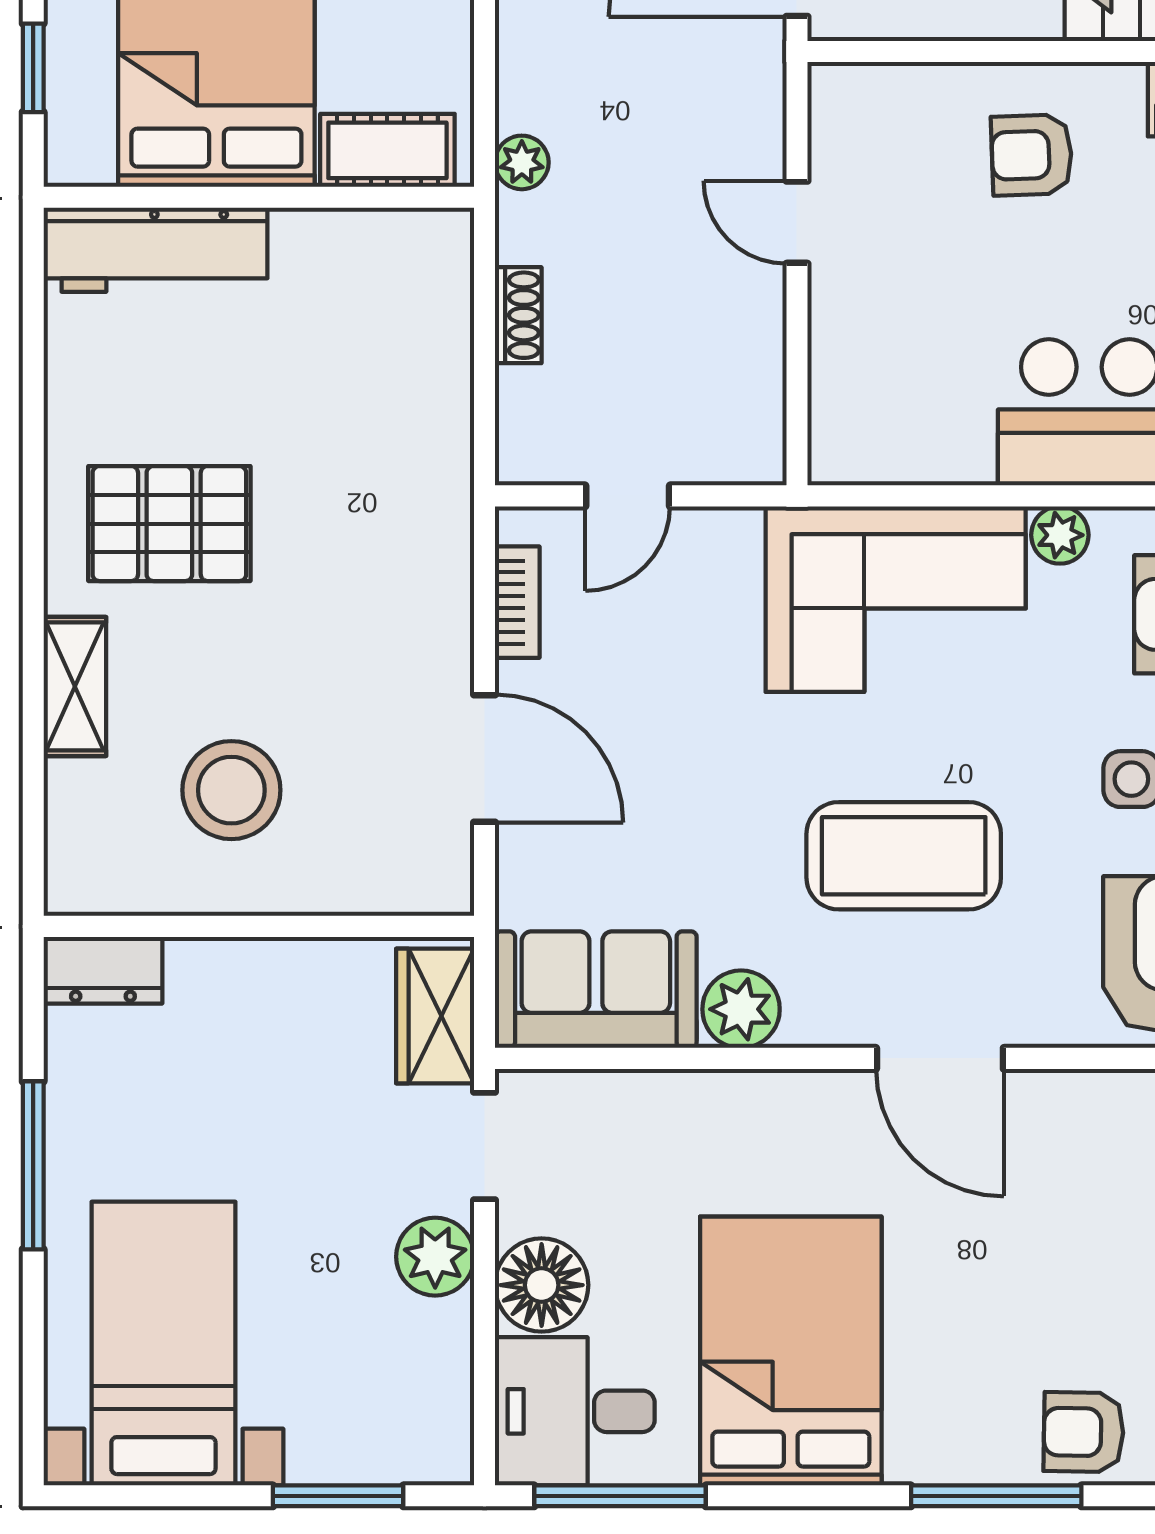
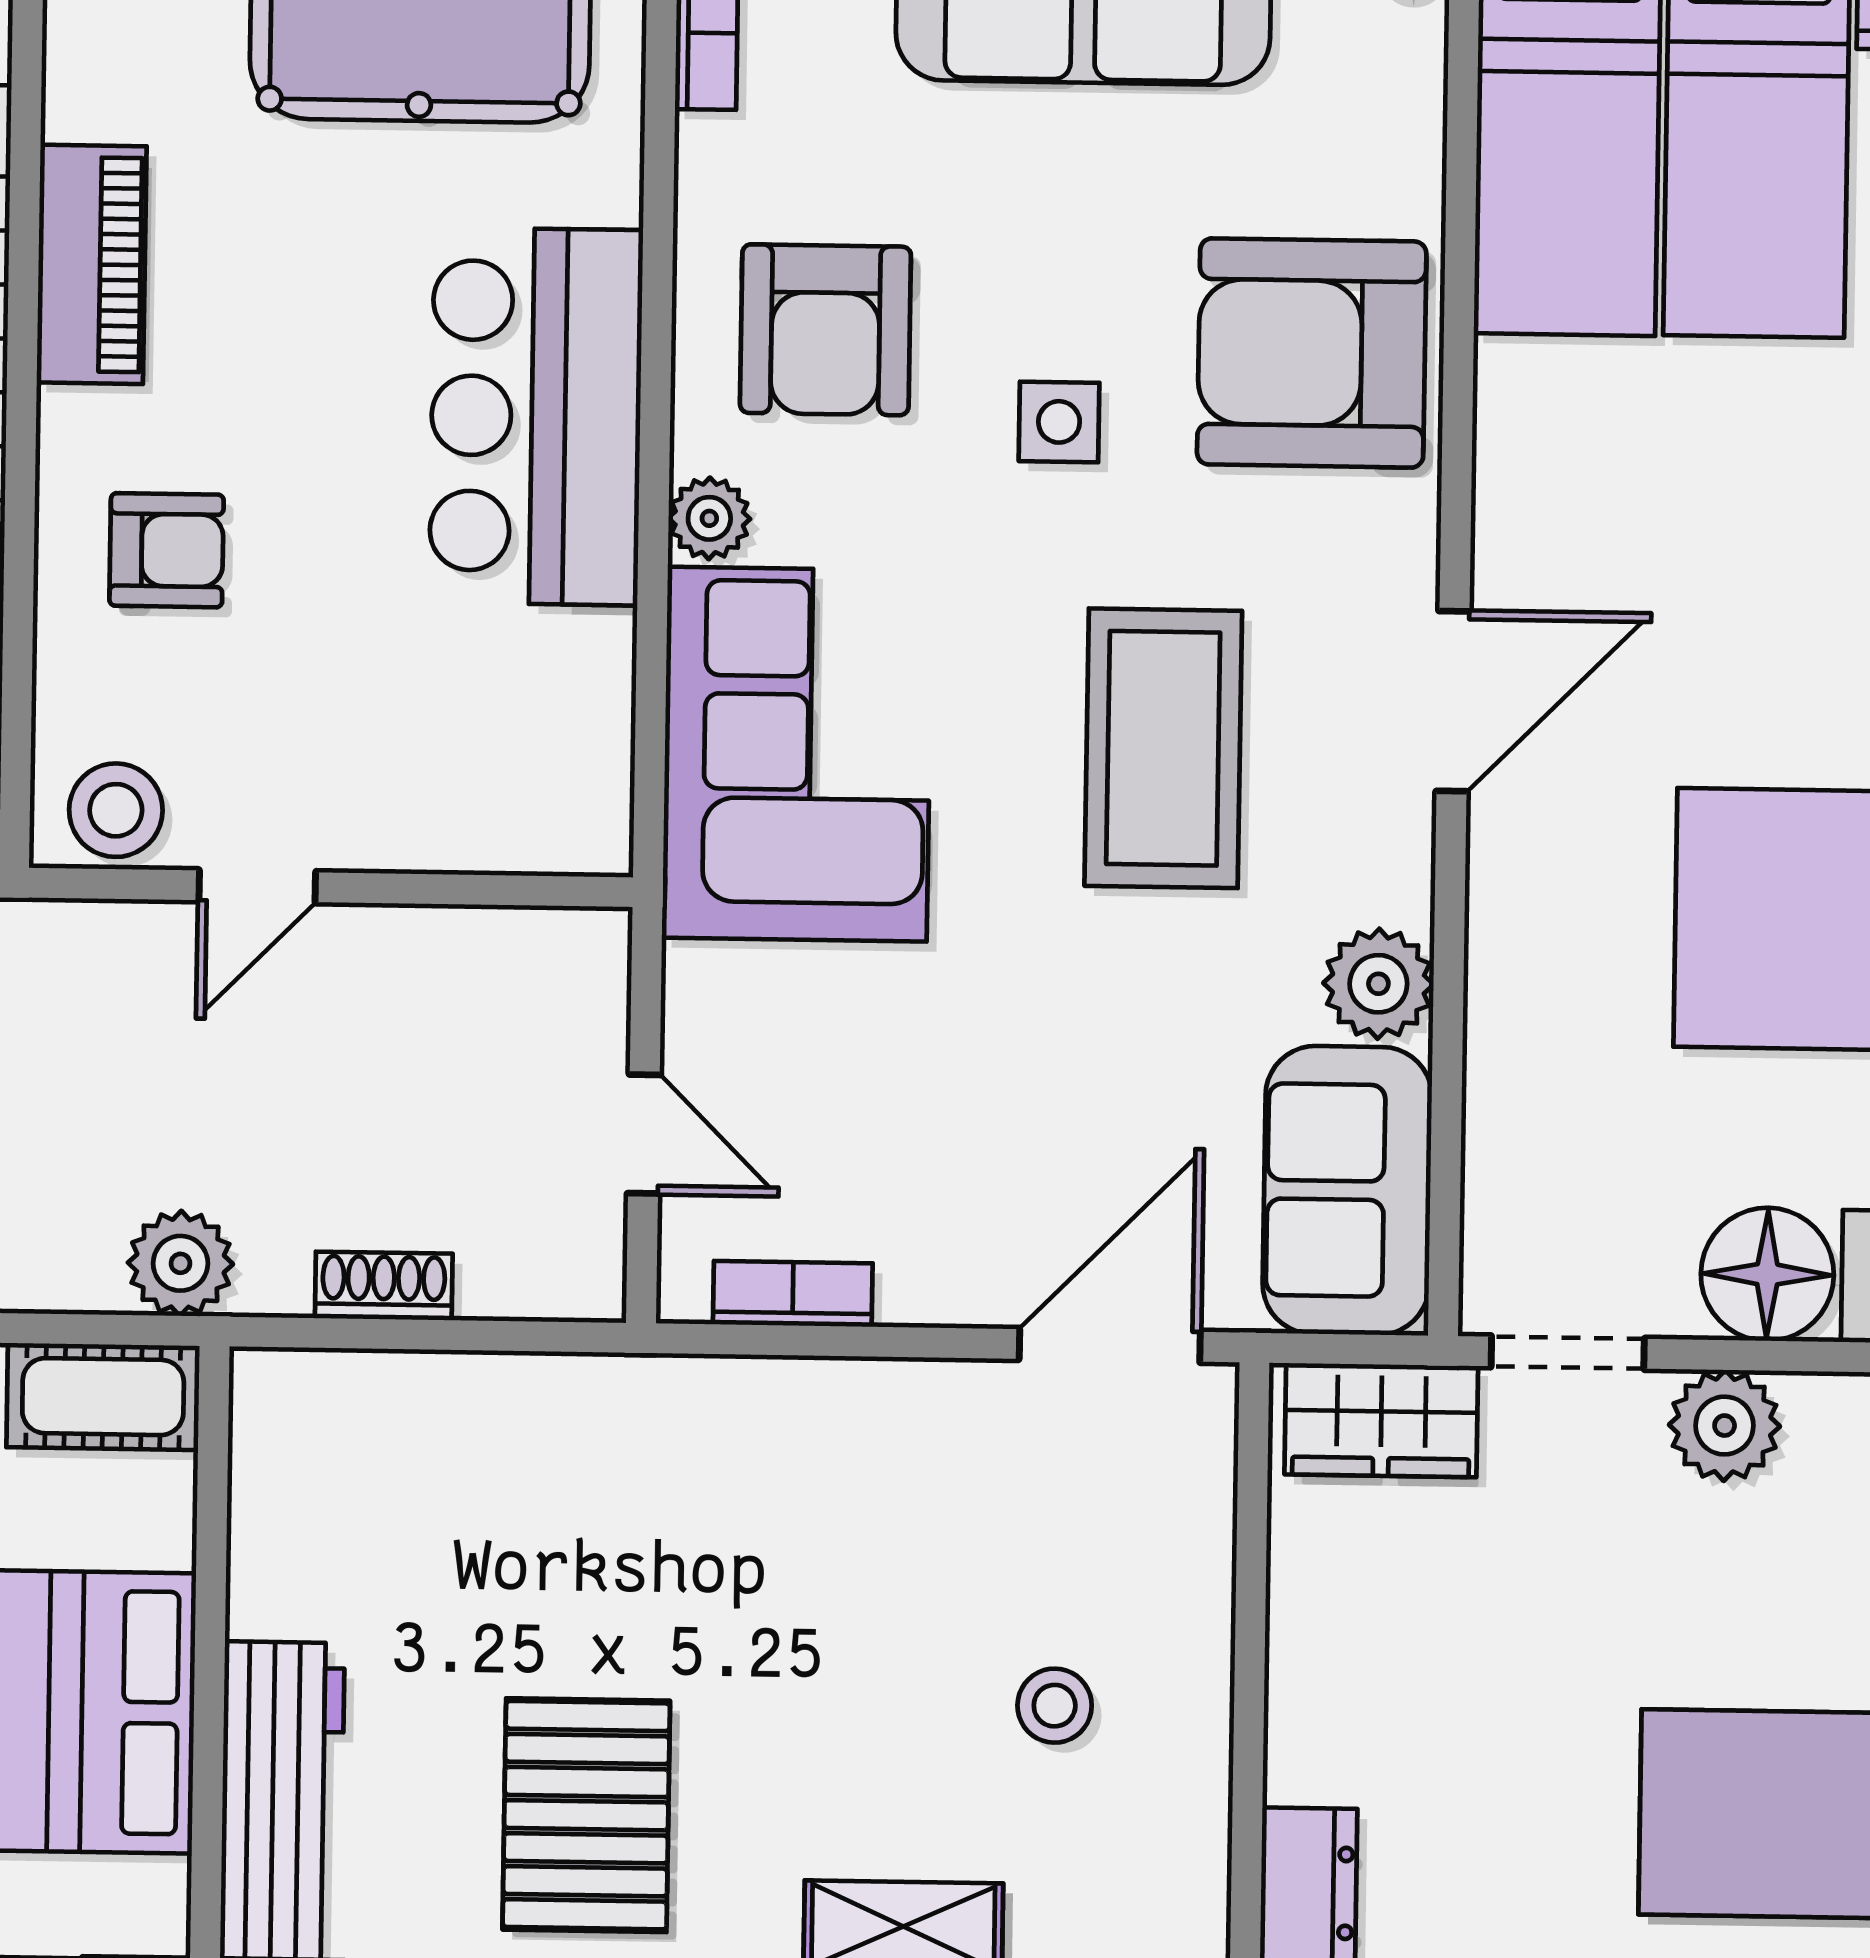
stool: (849, 122) -> (116, 810), added
cot: (387, 150) -> (103, 1397), moved, turned 90
armchair: (1032, 155) -> (167, 550), turned -88
plant: (522, 162) -> (180, 1263), width x1.38, depth x1.38
pallet: (169, 524) -> (586, 1815), moved
door: (485, 759) -> (1110, 1345), moved
stool: (231, 790) -> (1055, 1706), width x0.53, depth x0.53

